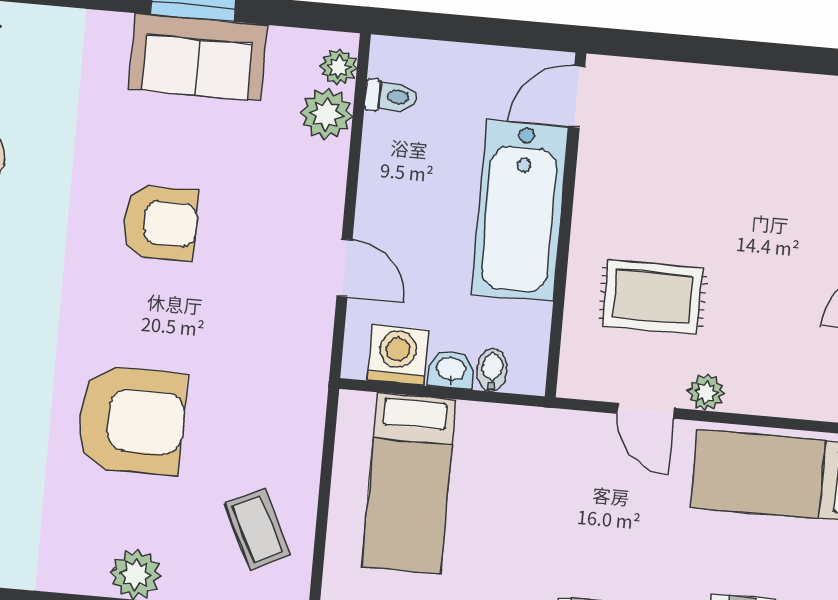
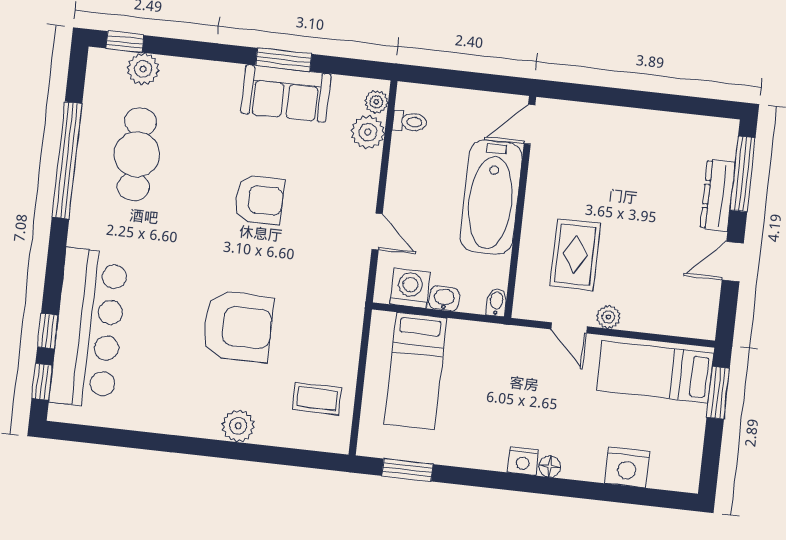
rug: (653, 297) -> (575, 255), turned 90
bidet: (492, 370) -> (496, 302), moved
coffee table: (257, 529) -> (317, 399), turned -64

